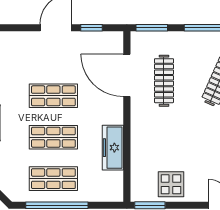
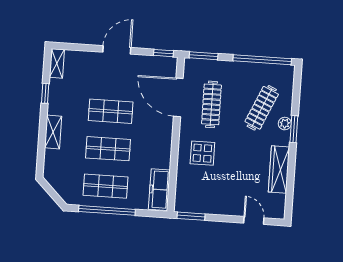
window: (91, 28) -> (164, 53), moved
freezer: (113, 148) -> (159, 190), moved
display table: (171, 184) -> (202, 153), moved

